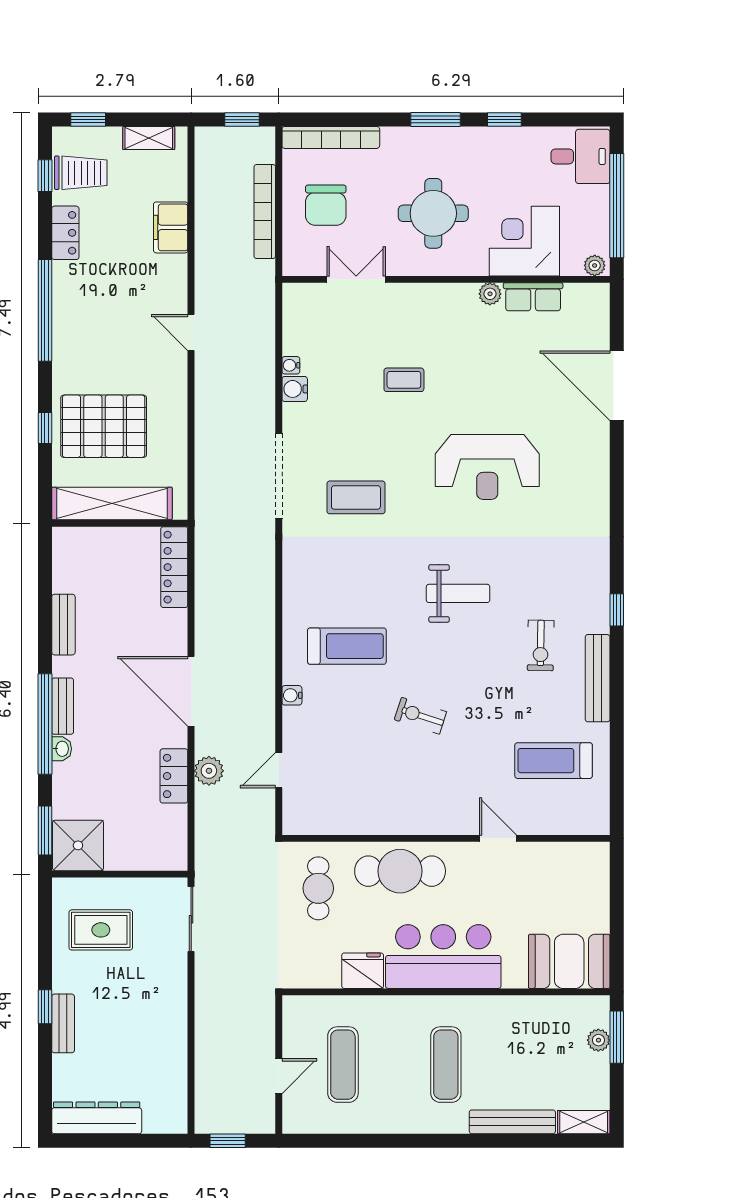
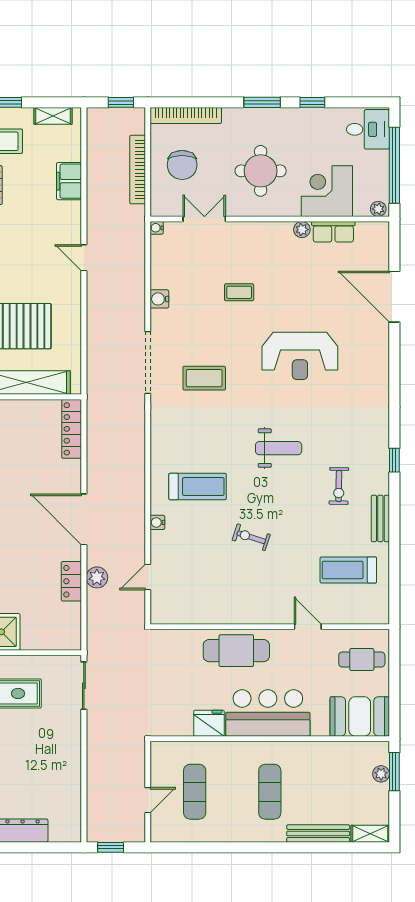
water cooler: (291, 365) -> (157, 228), moved
bench: (598, 678) -> (380, 518), width x0.73
cafe table: (318, 888) -> (362, 659), moved, turned 90

